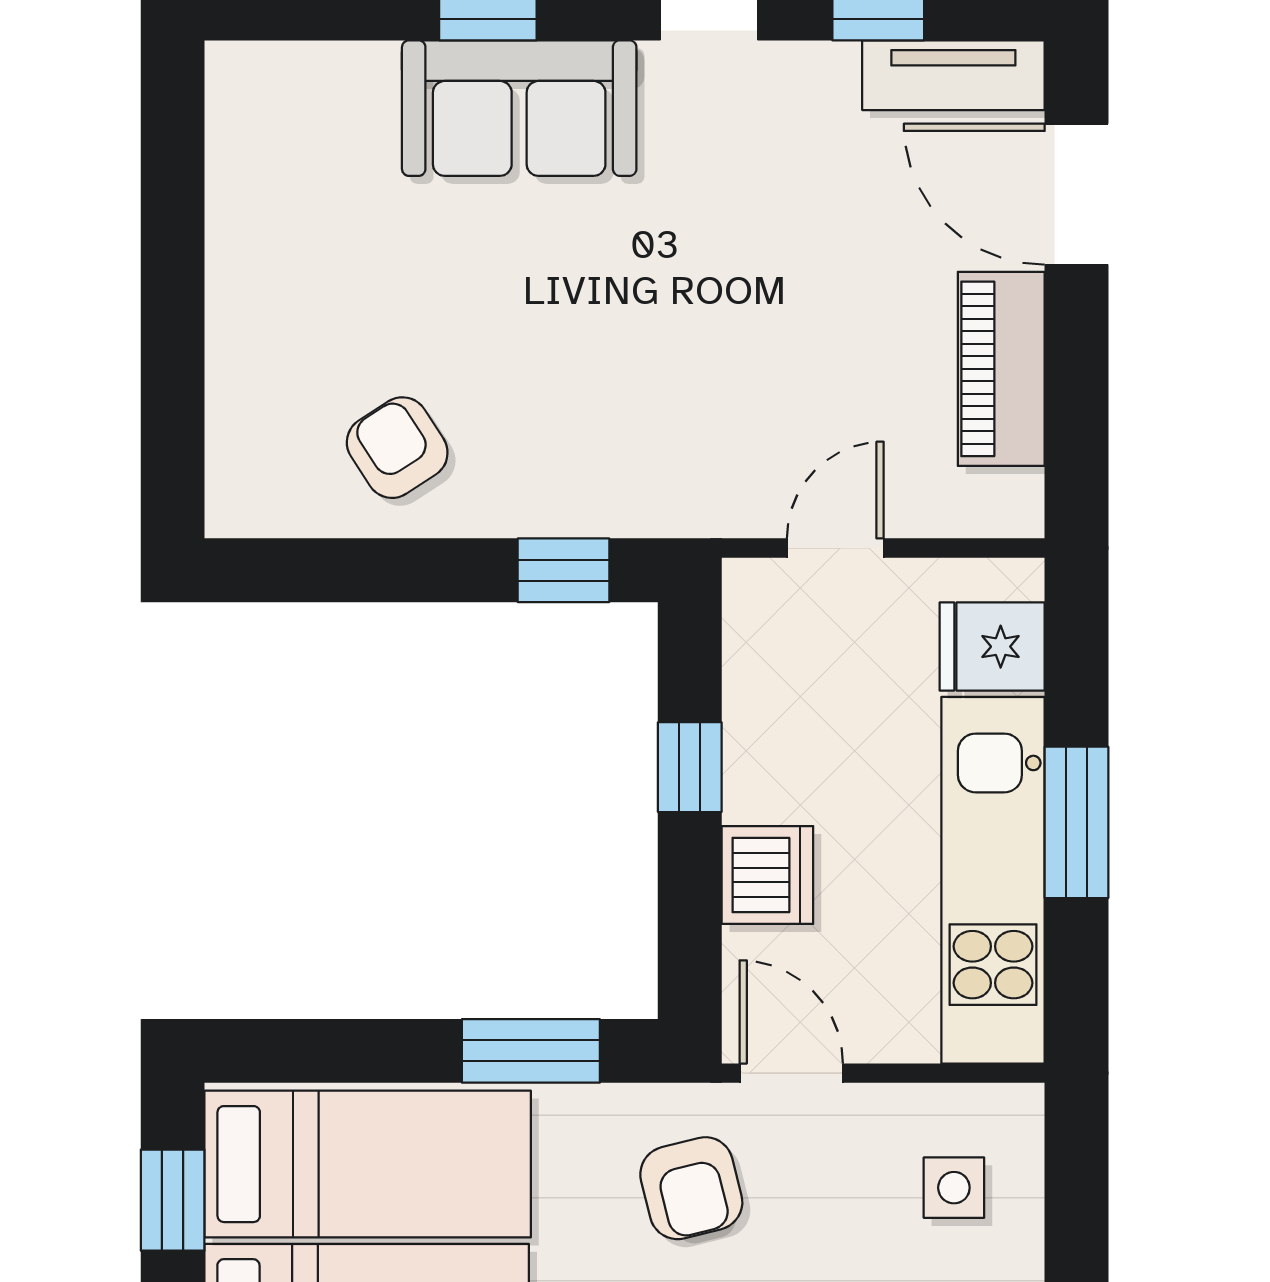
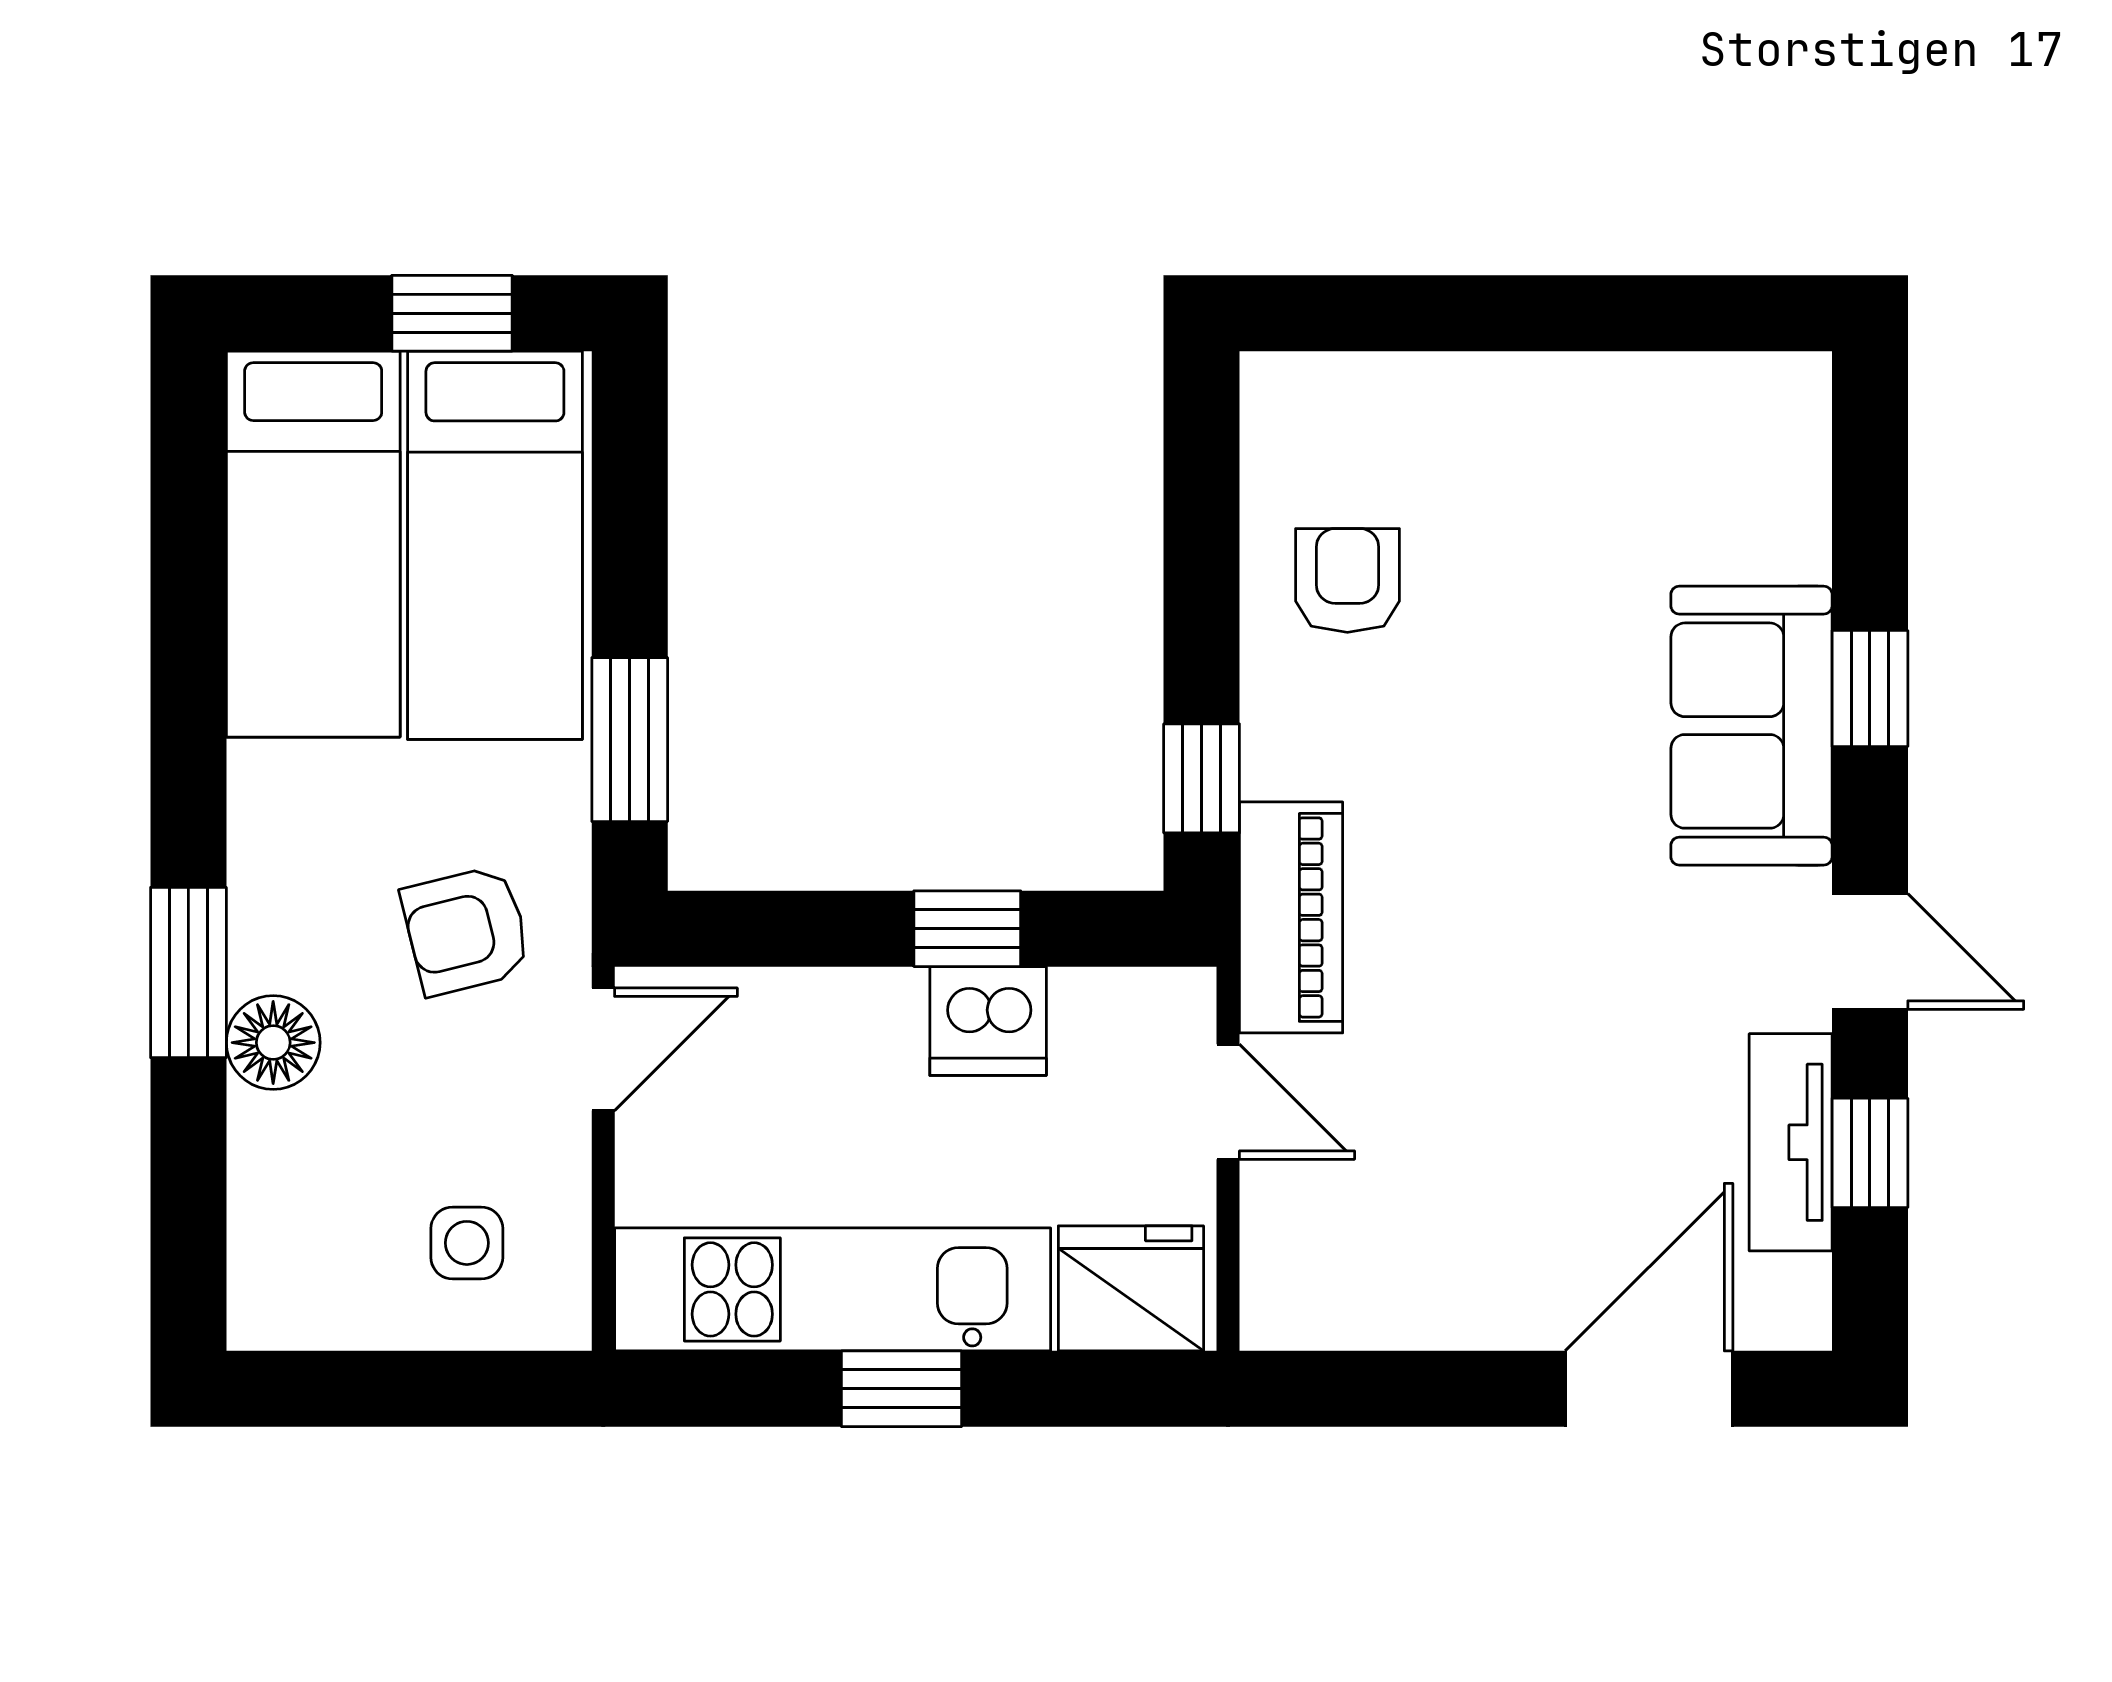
tv unit: (953, 75) -> (1791, 1142), moved
piano: (1001, 369) -> (1291, 917), moved, turned 90
armchair: (397, 448) -> (1347, 580), turned -57
fridge: (992, 647) -> (1131, 1288), width x1.38
window: (1076, 822) -> (901, 1389), width x0.67
dishwasher: (767, 875) -> (988, 1021), moved

